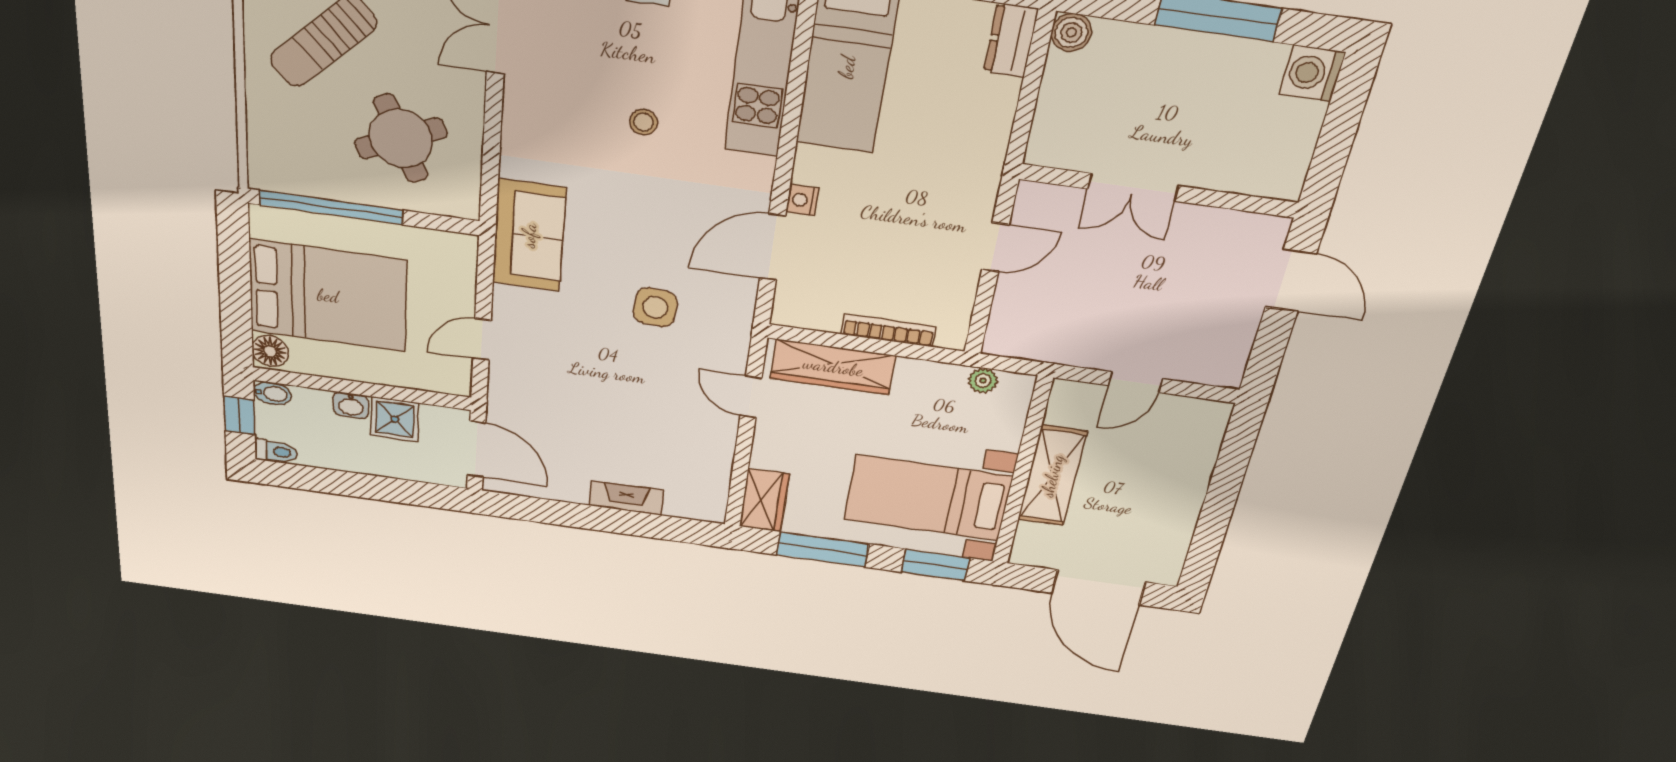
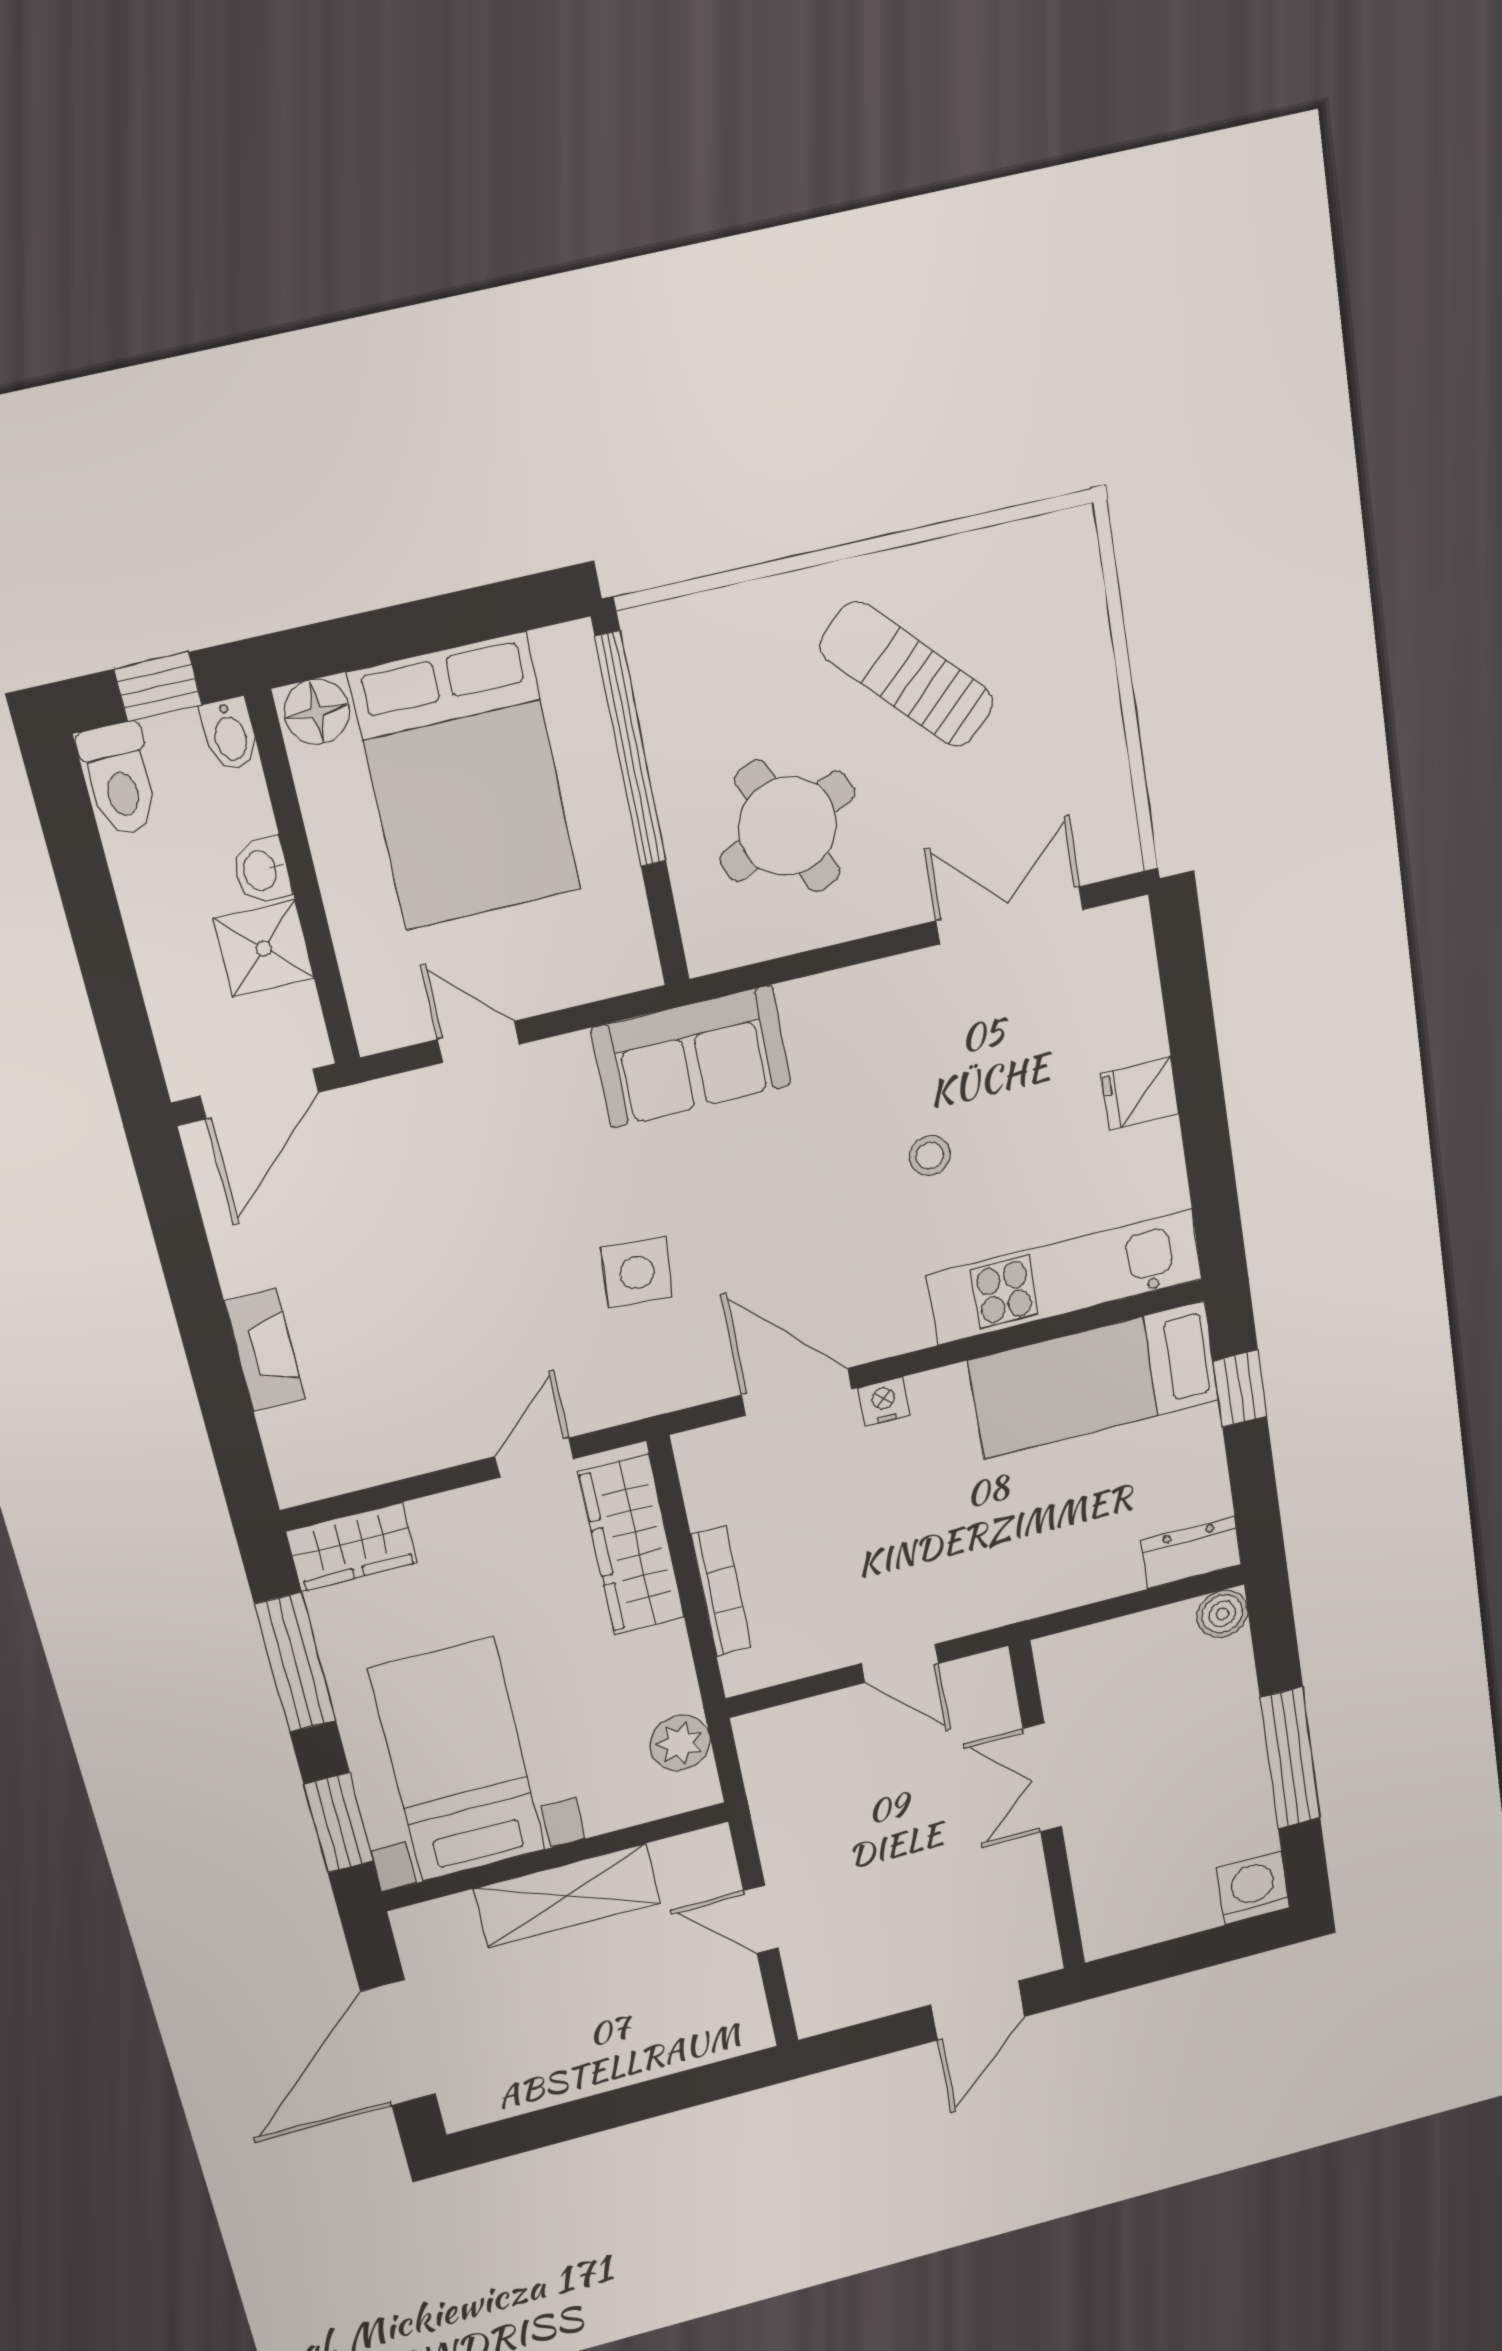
plant: (983, 381) -> (680, 1743), width x1.38, depth x1.38
toilet: (276, 451) -> (119, 779), width x1.37, depth x1.39

